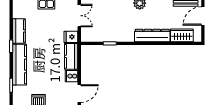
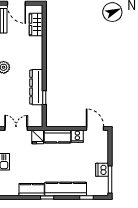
dresser: (152, 36) -> (36, 87), moved

